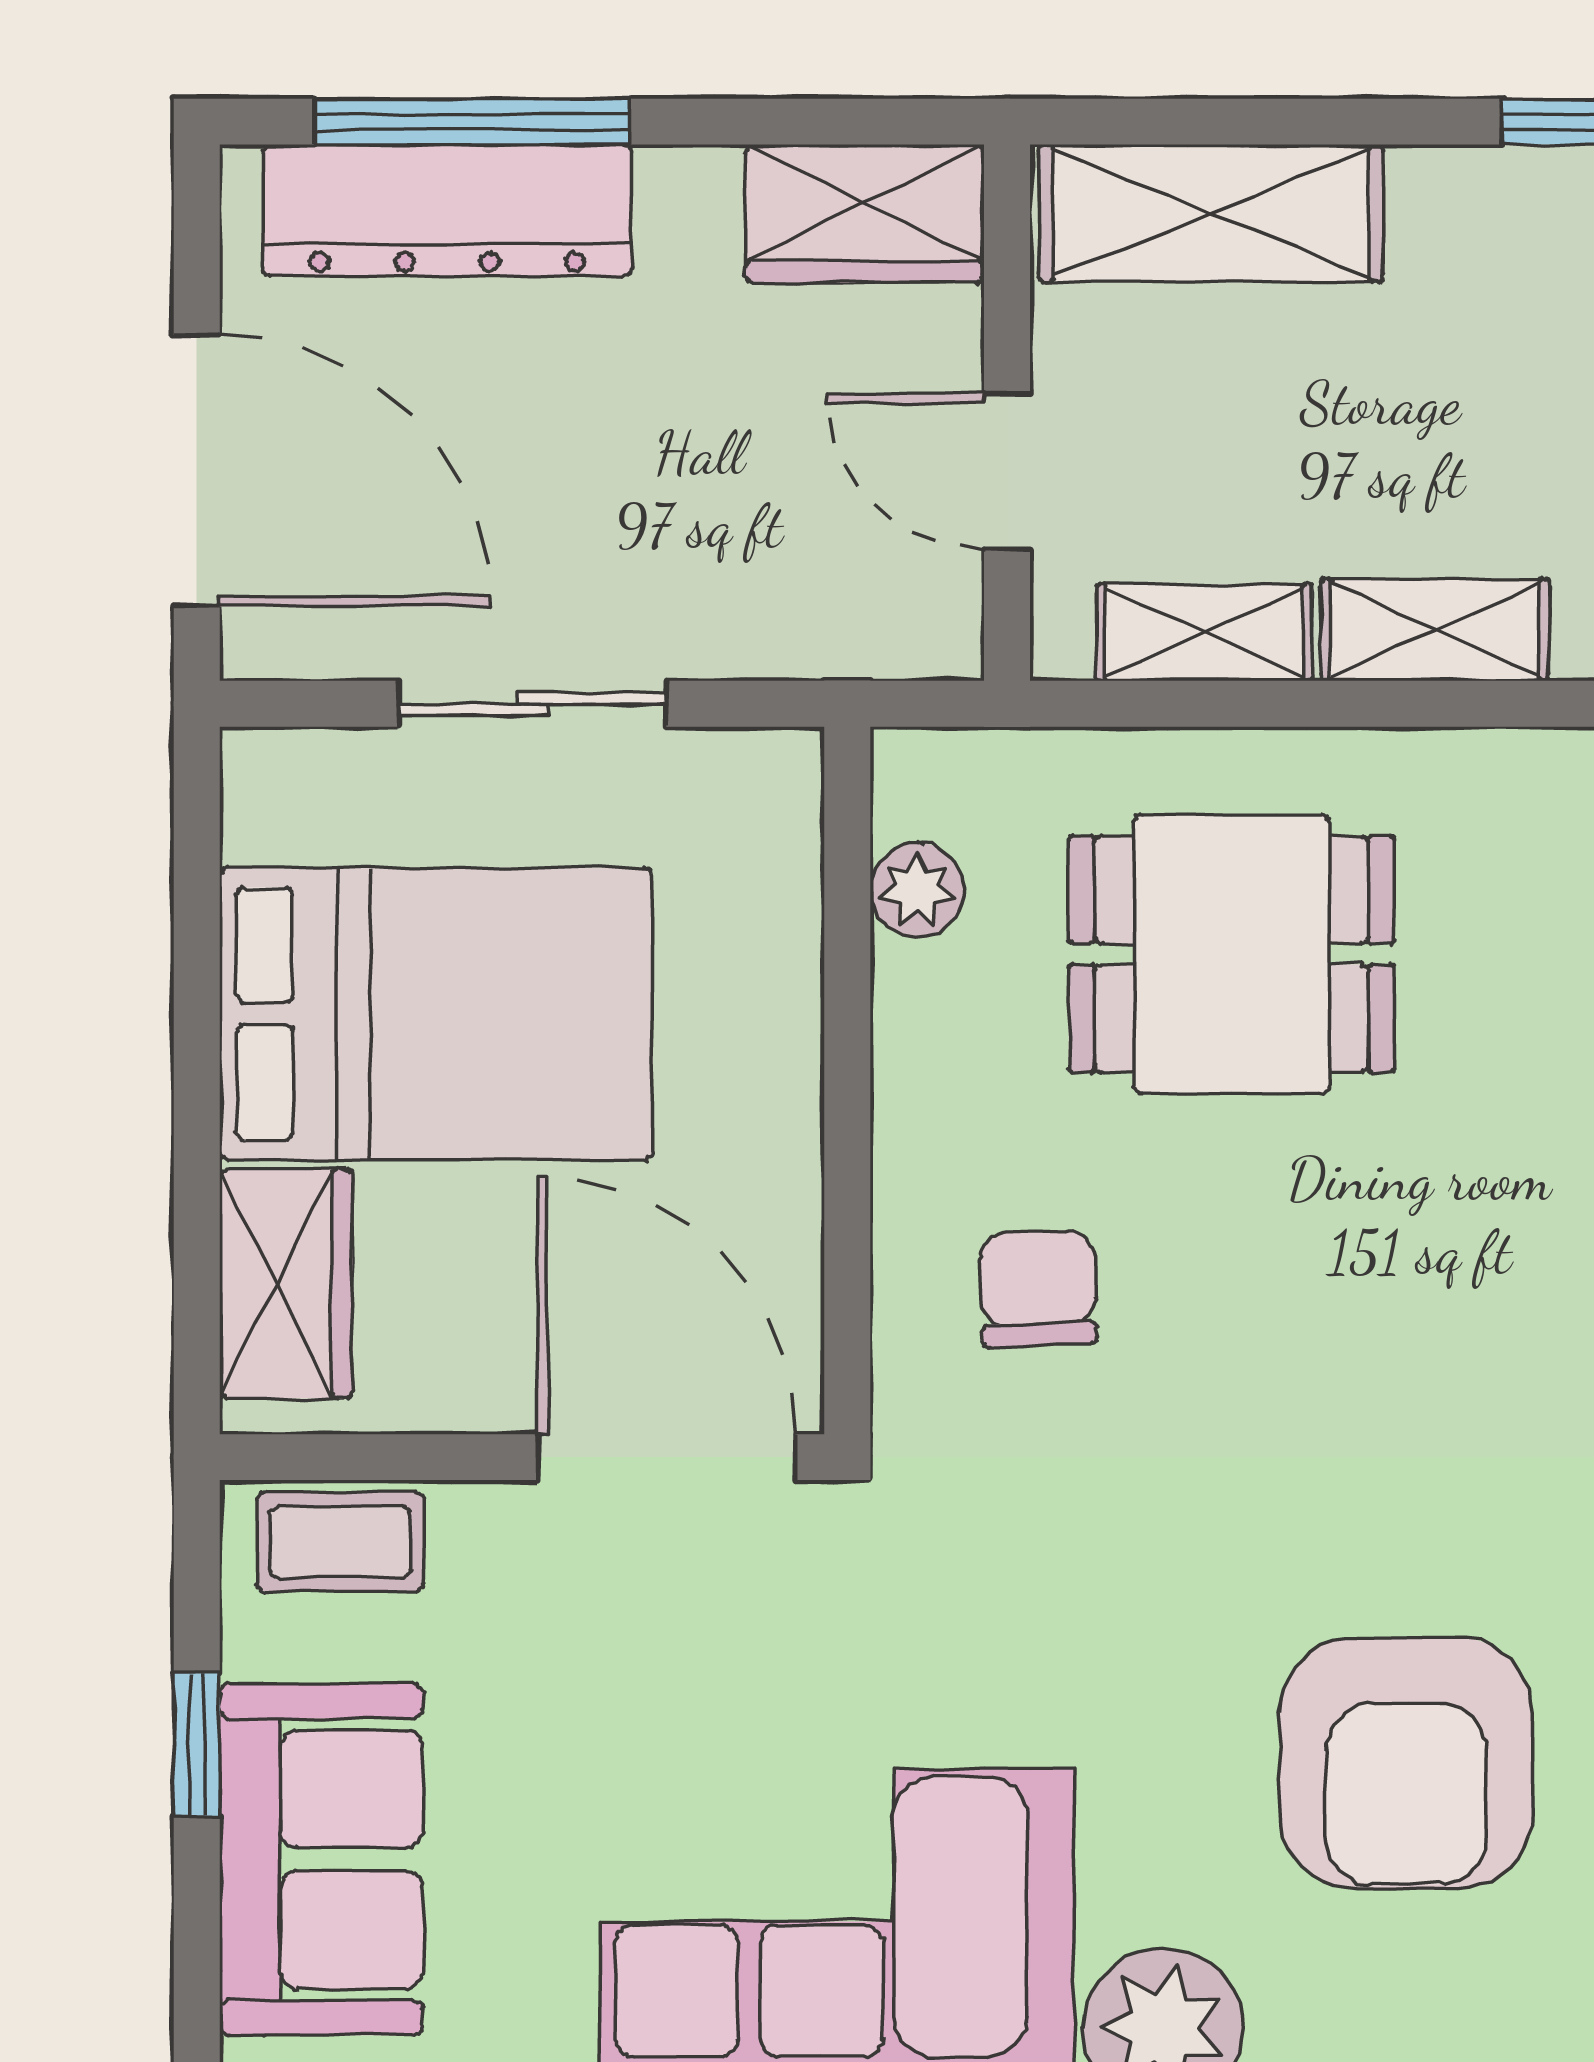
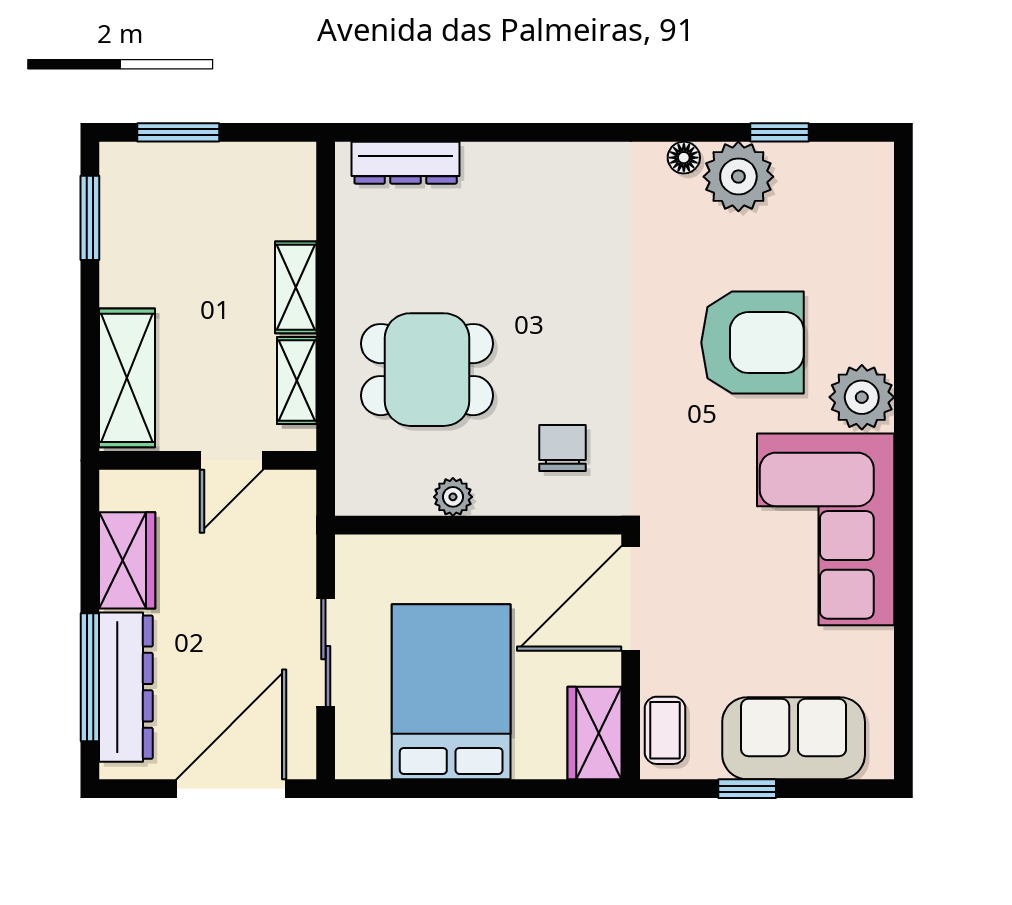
wardrobe: (865, 214) -> (127, 560), moved
plant: (917, 890) -> (453, 497), moved
dining table: (1232, 954) -> (427, 370), turned 90
wardrobe: (286, 1284) -> (595, 733), moved, turned -90
chair: (1038, 1289) -> (562, 448), turned 92
armchair: (1406, 1763) -> (752, 343), moved

